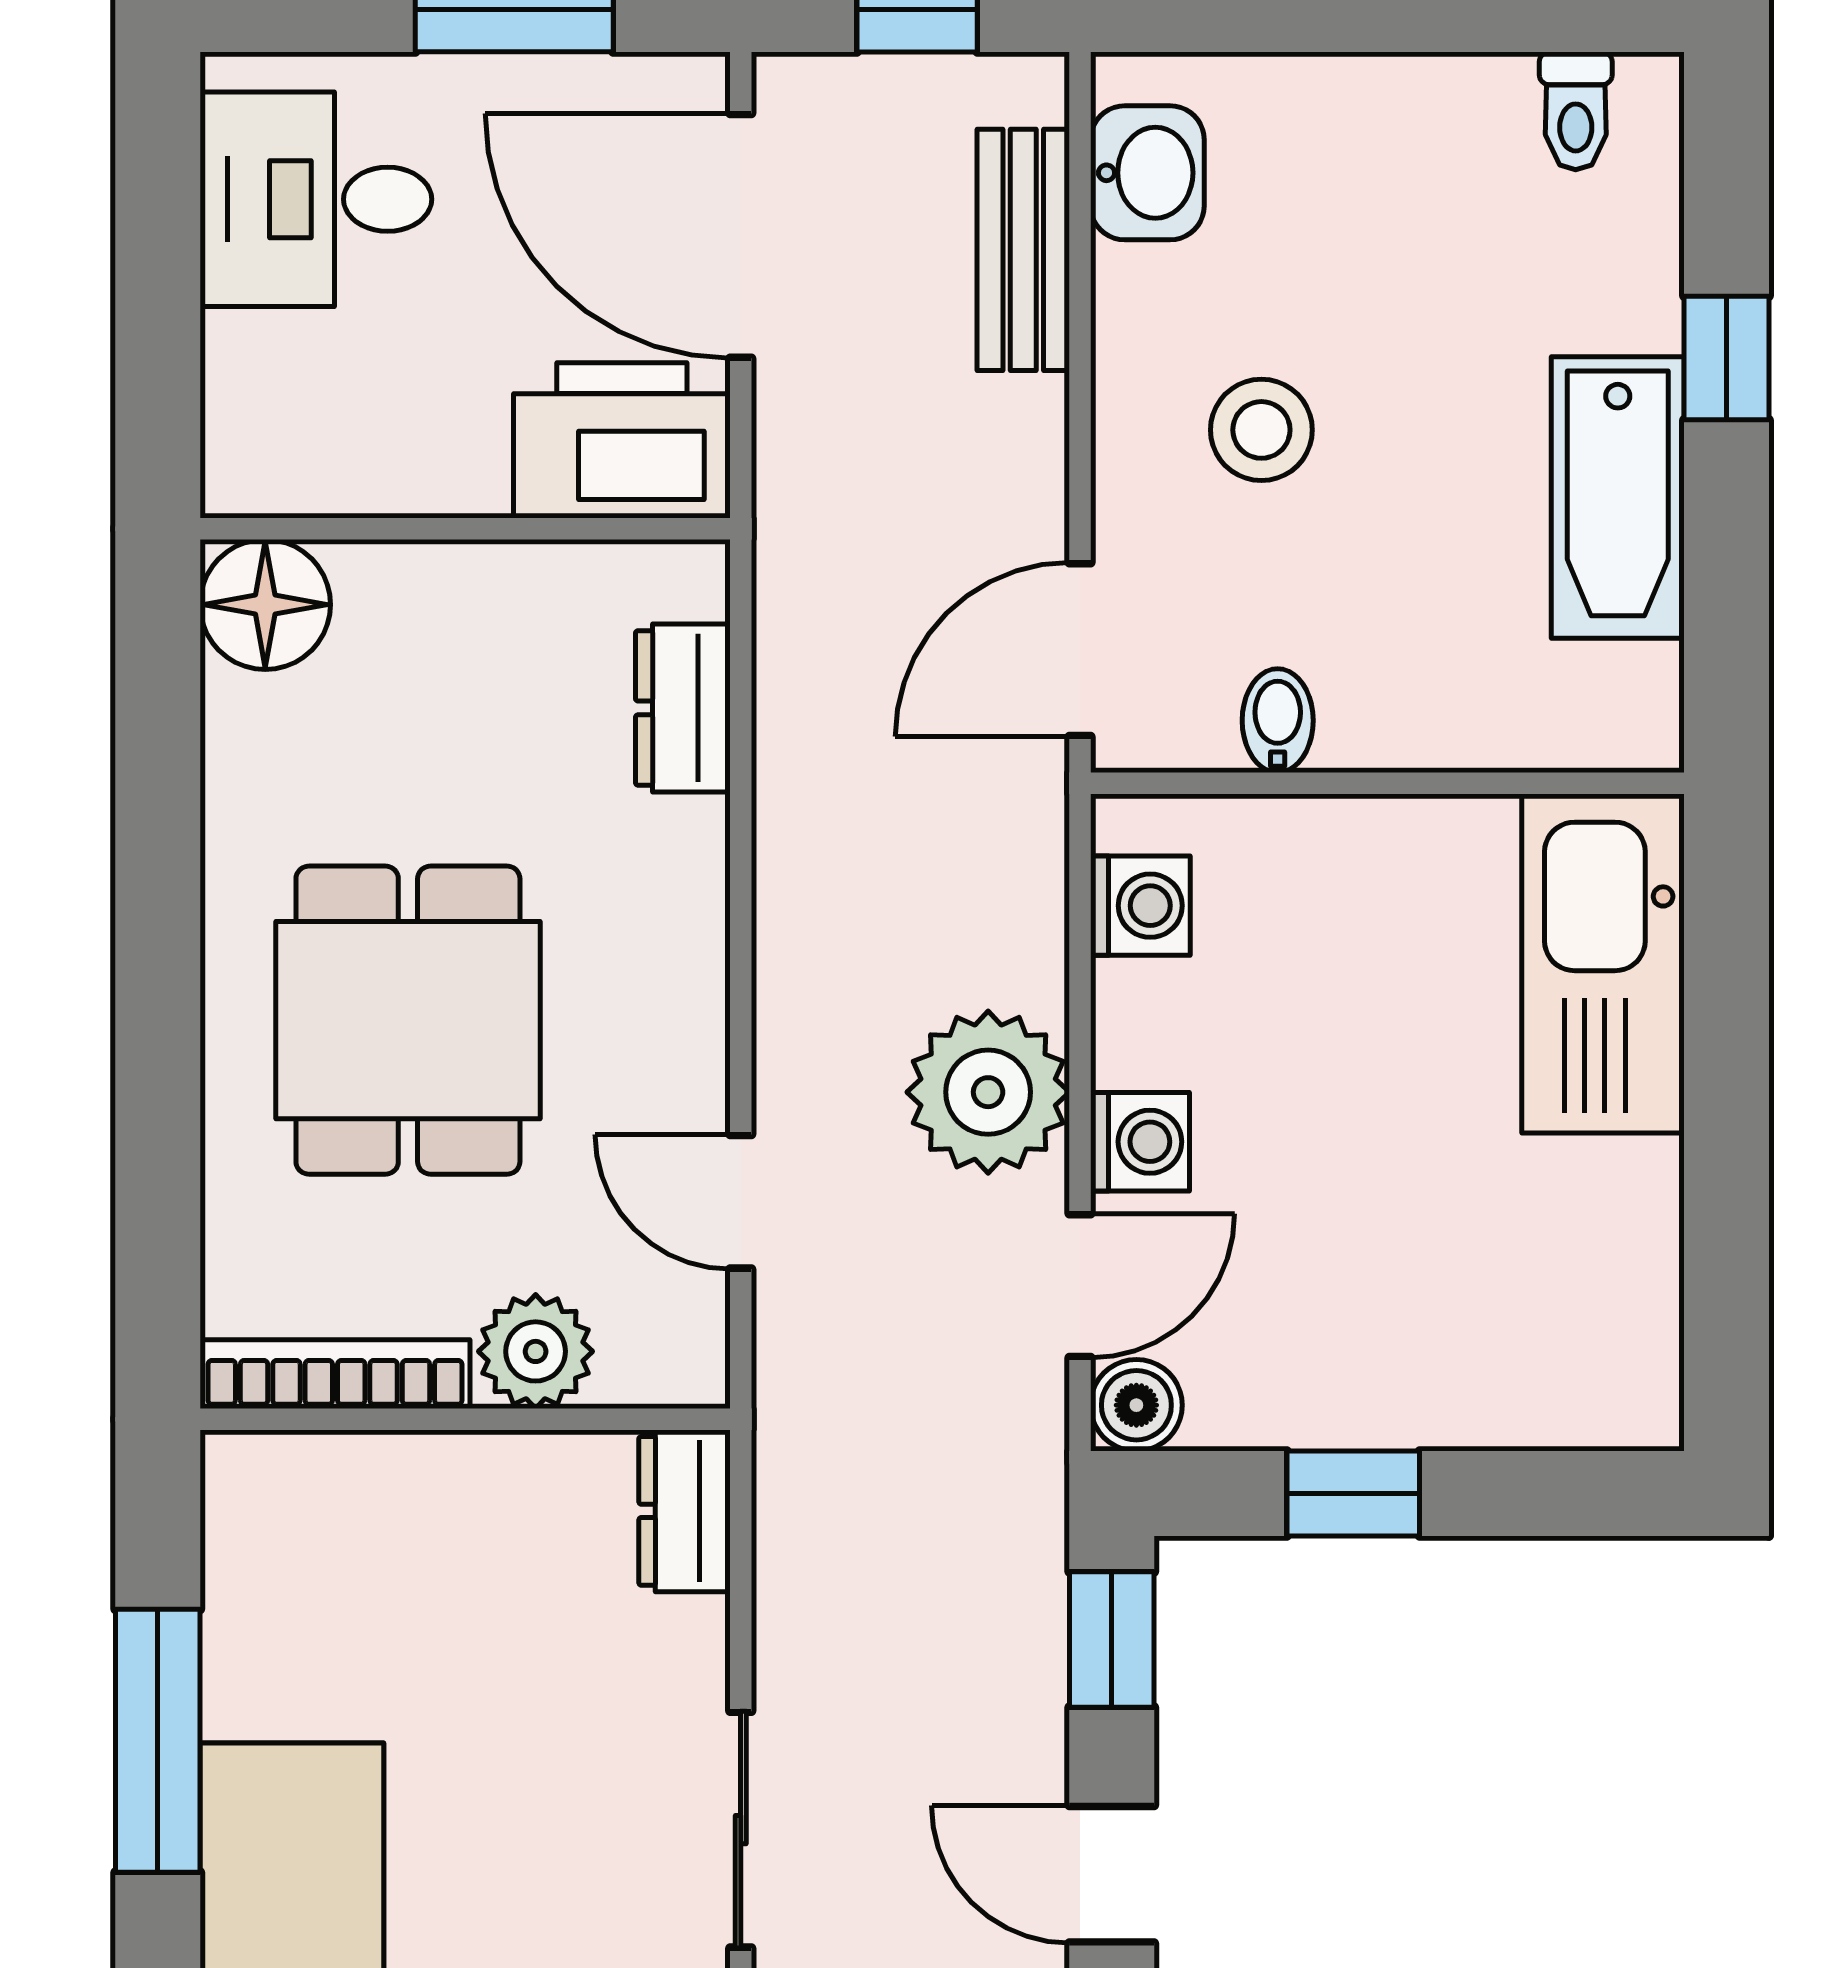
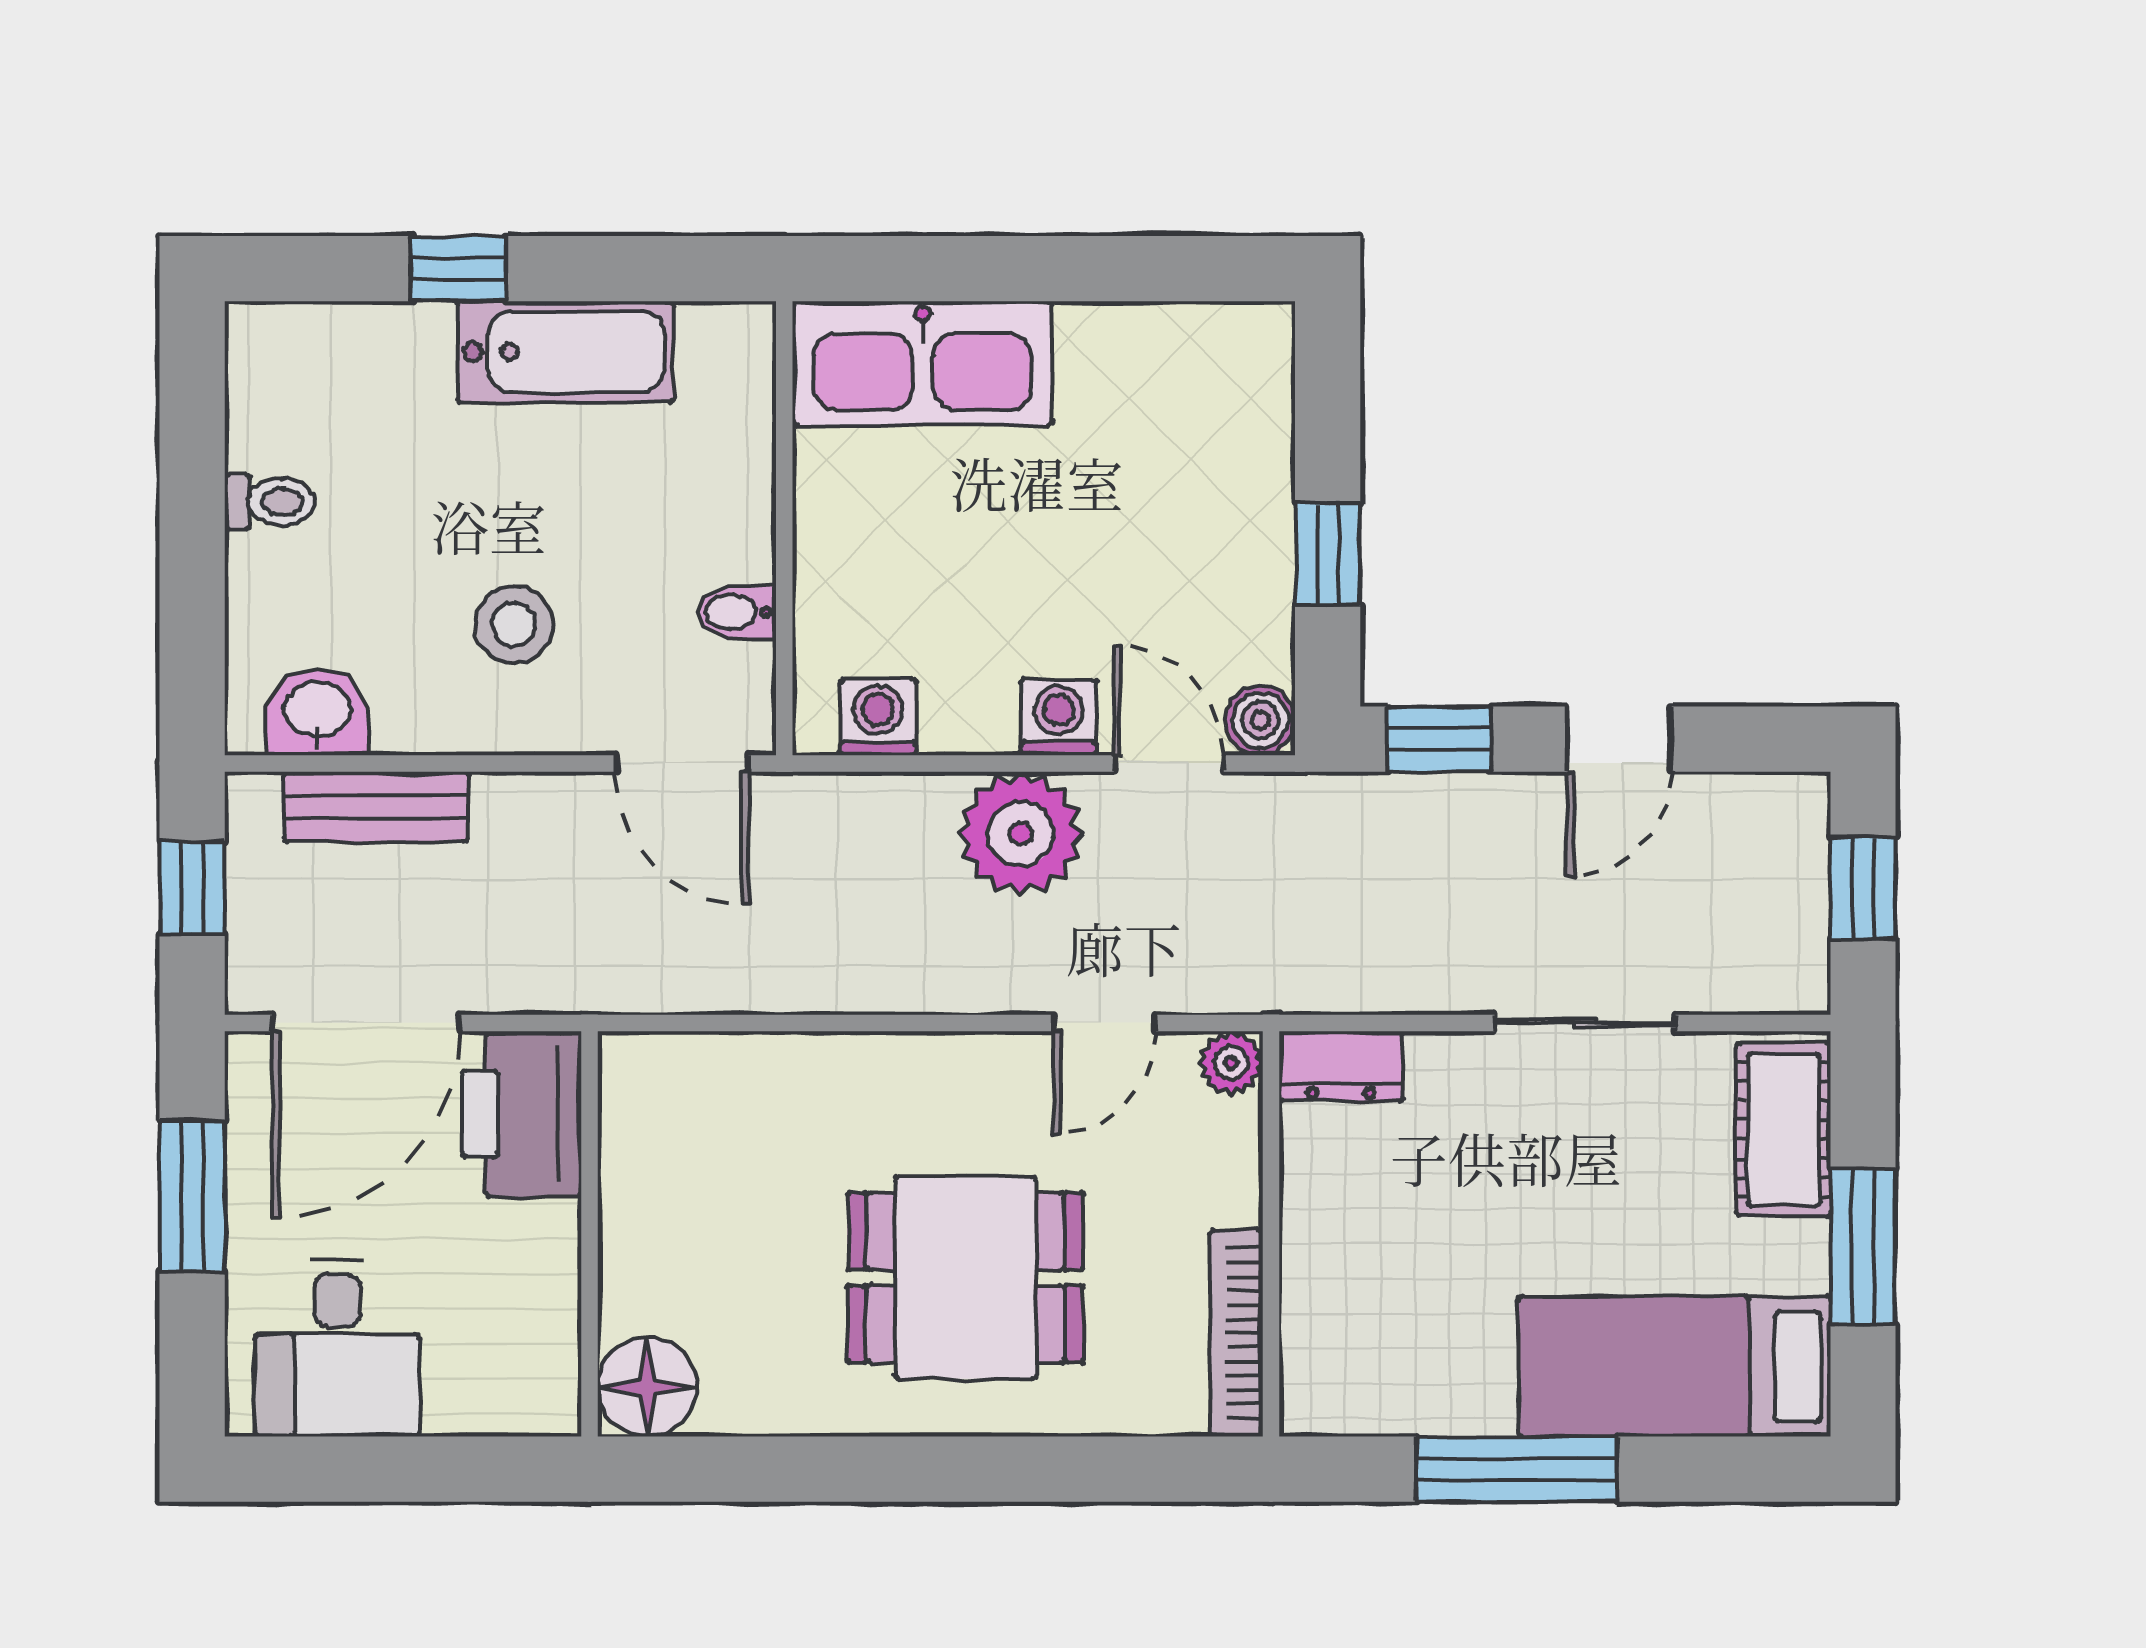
toilet: (1576, 111) -> (270, 502), moved
dresser: (683, 708) -> (727, 1067), removed
plant: (536, 1351) -> (1231, 1063), moved, width x0.73, depth x0.73

